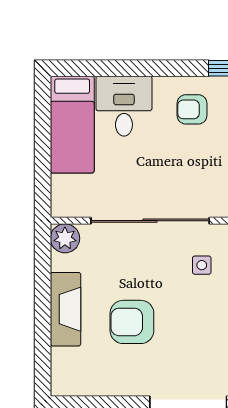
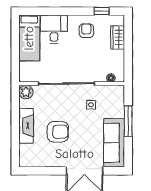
armchair: (192, 109) -> (86, 31), turned 90
armchair: (132, 322) -> (58, 132), turned 180

